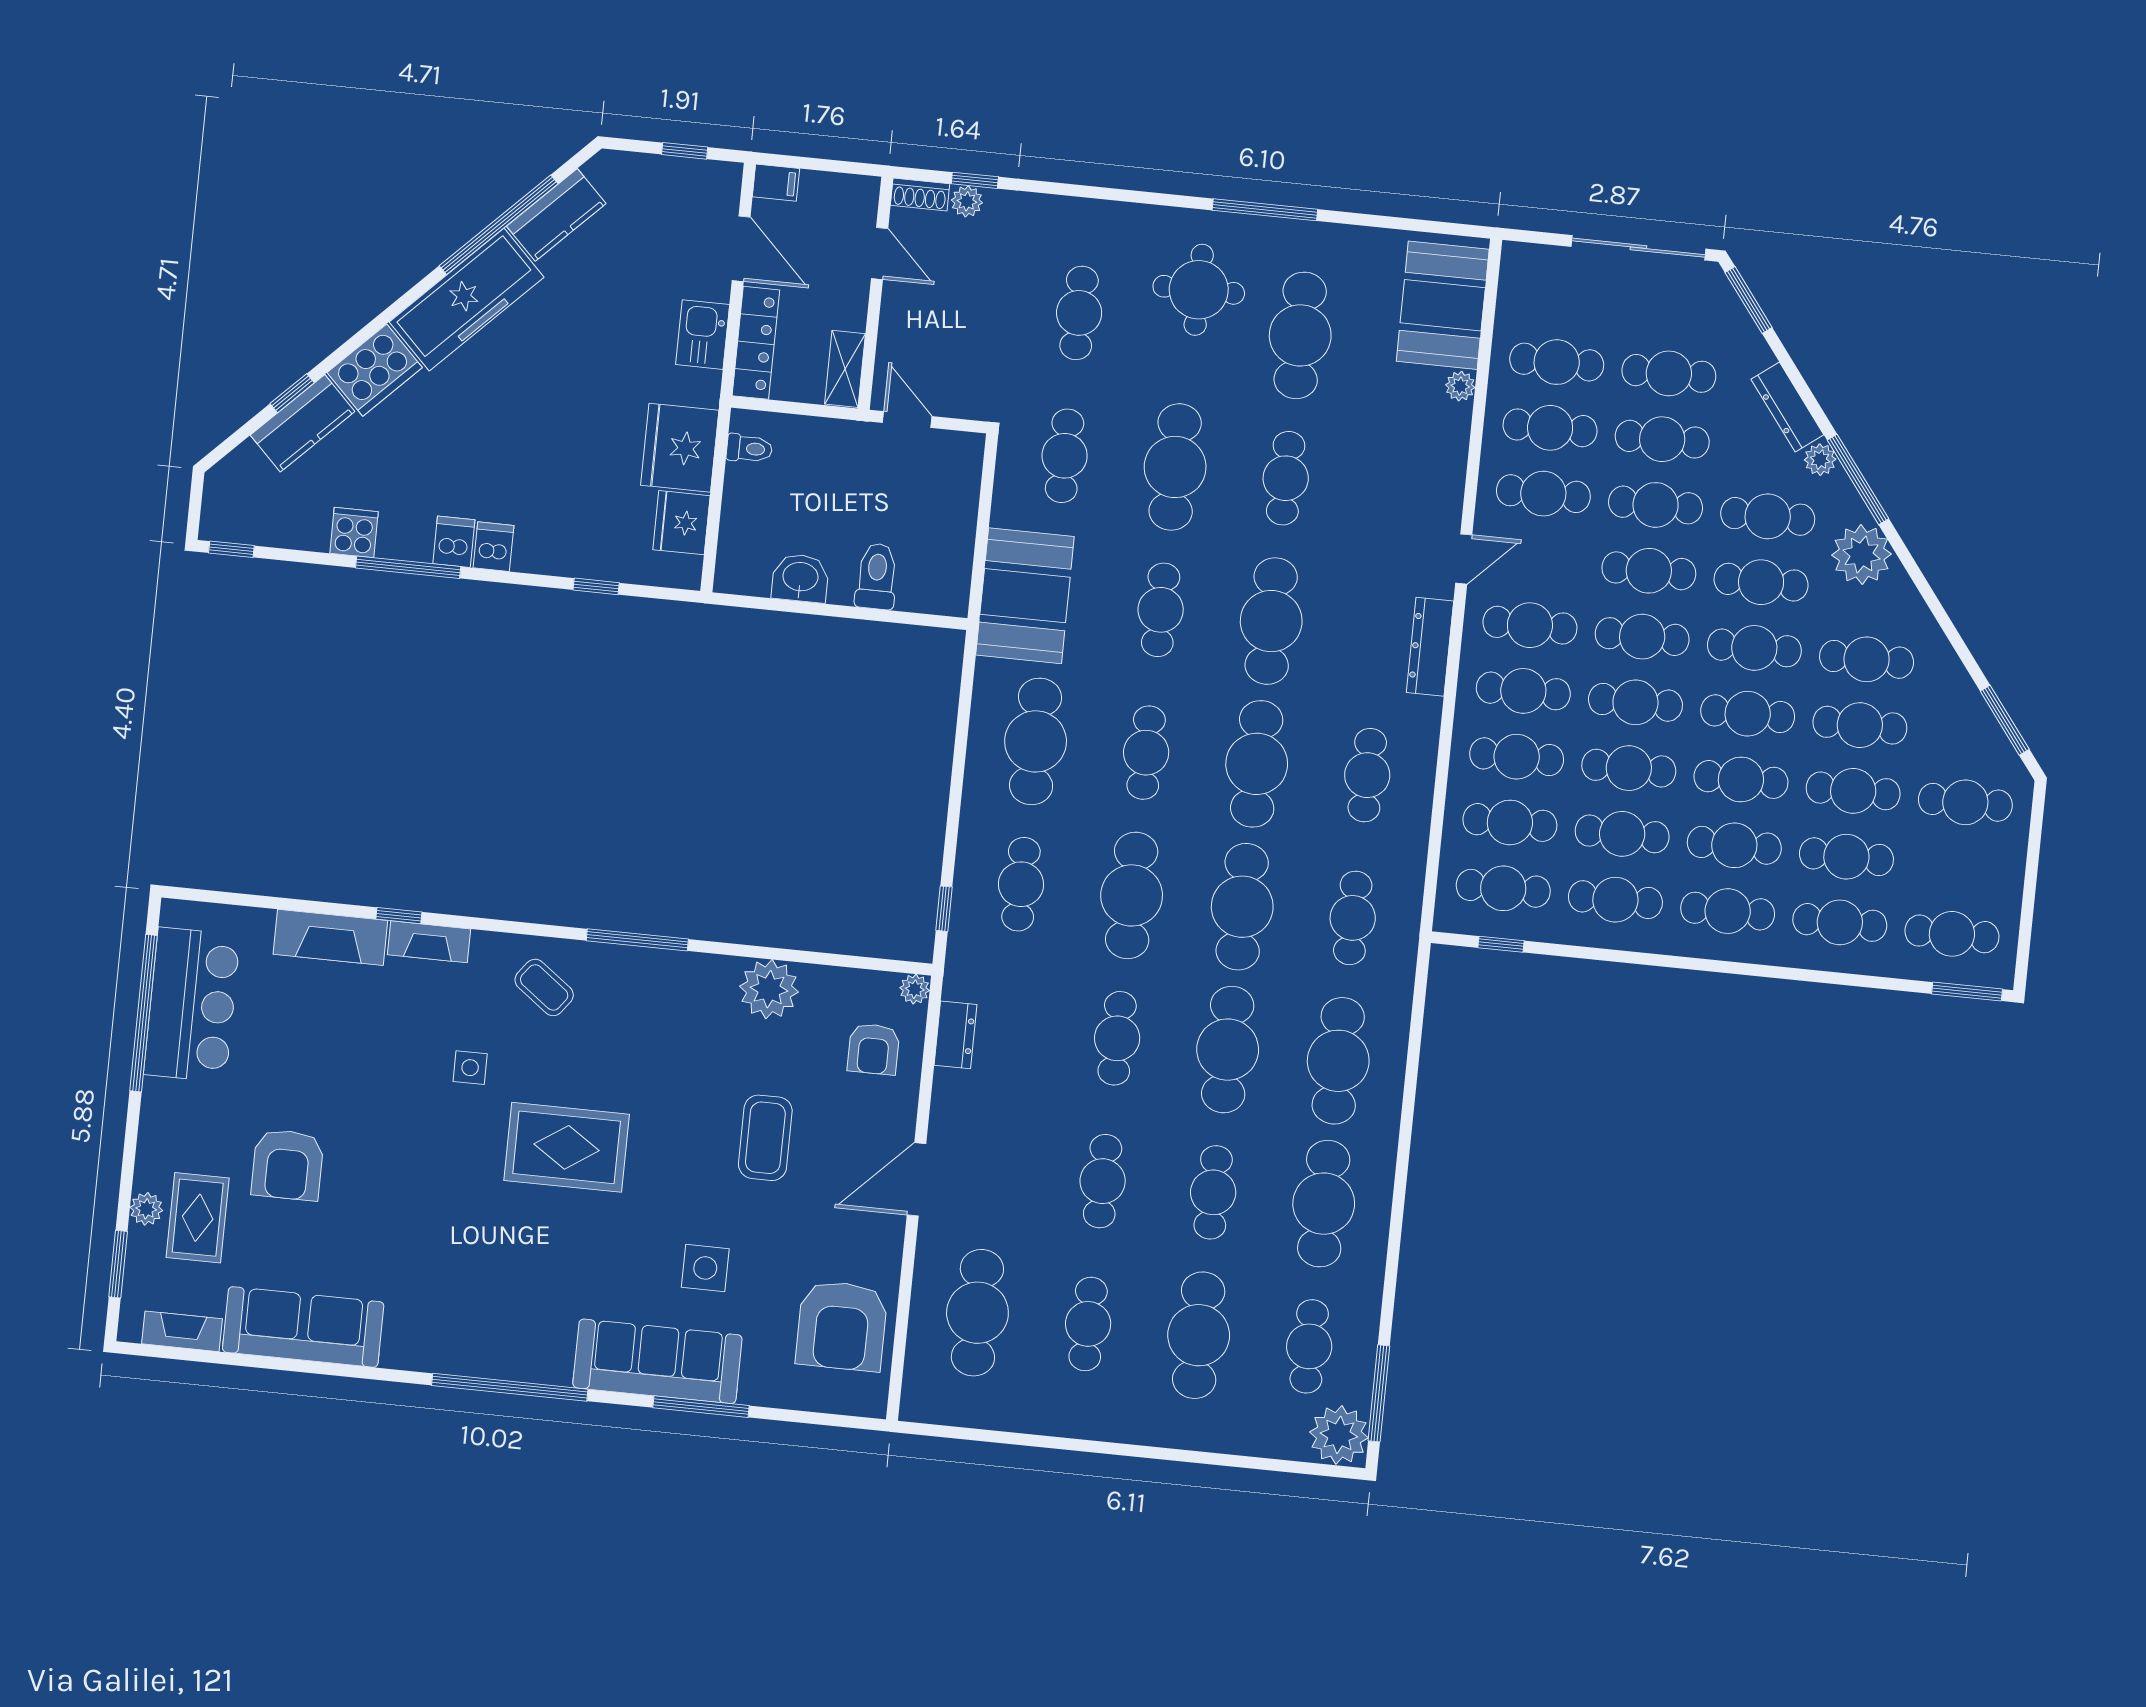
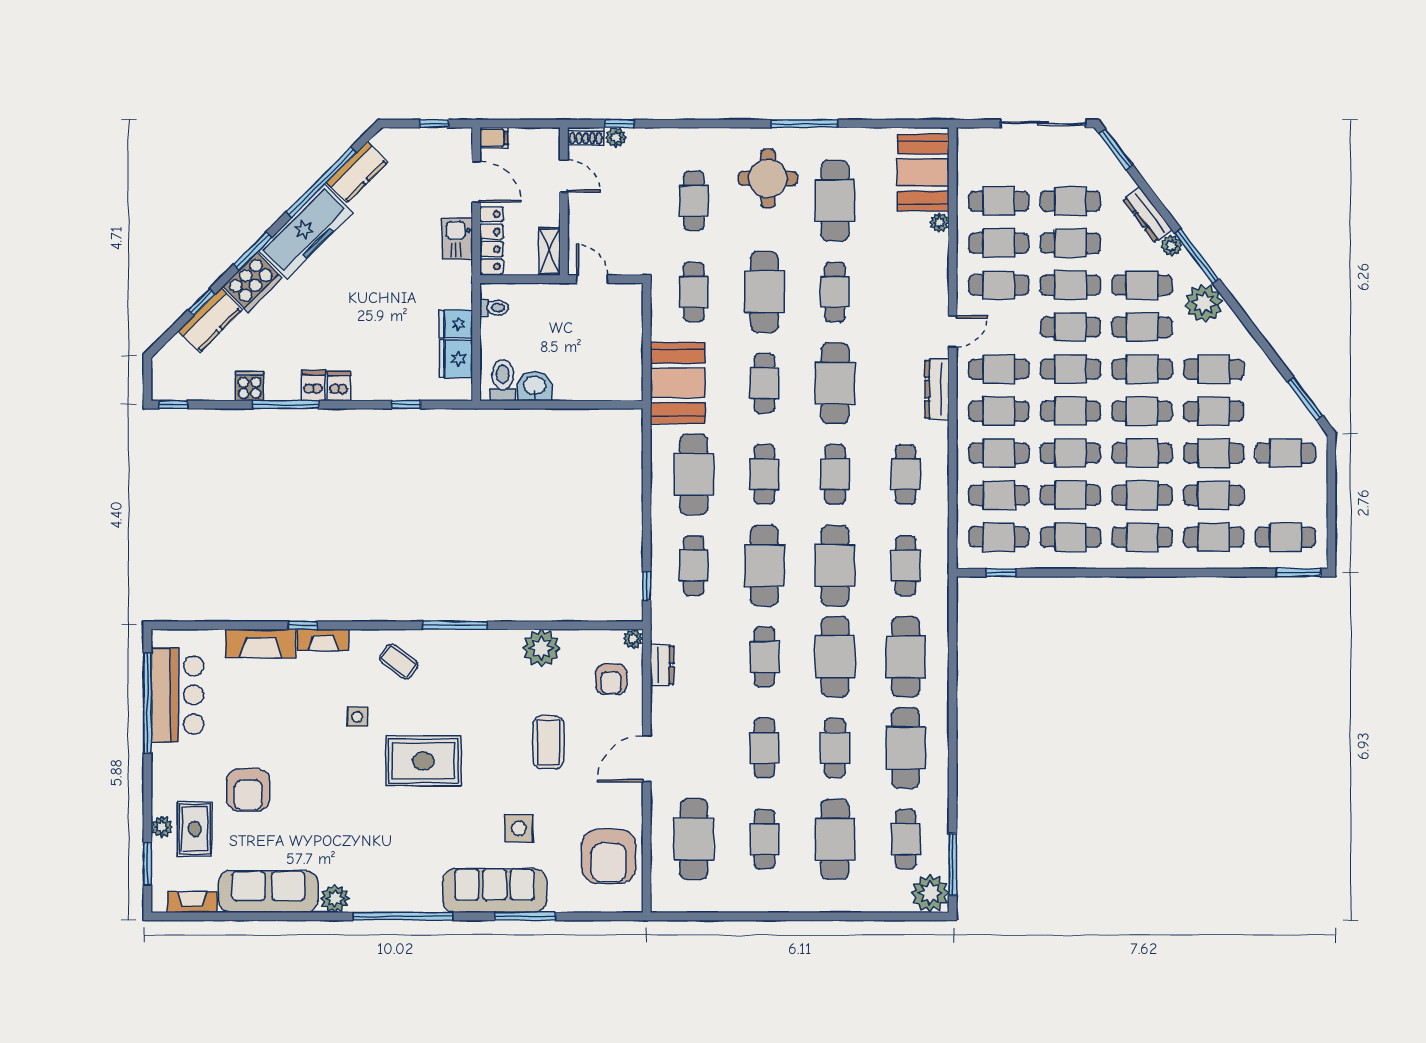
window: (380, 322) -> (252, 251), added
fridge: (680, 448) -> (456, 324), width x0.53, depth x0.75
toilet: (877, 576) -> (503, 380), moved
cafe table: (1257, 764) -> (835, 474), width x0.73, depth x0.74
plant: (406, 1349) -> (335, 899), added

